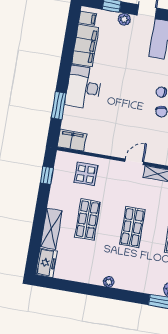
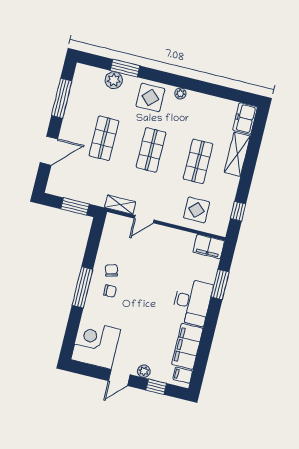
display table: (136, 276) -> (150, 98), added

